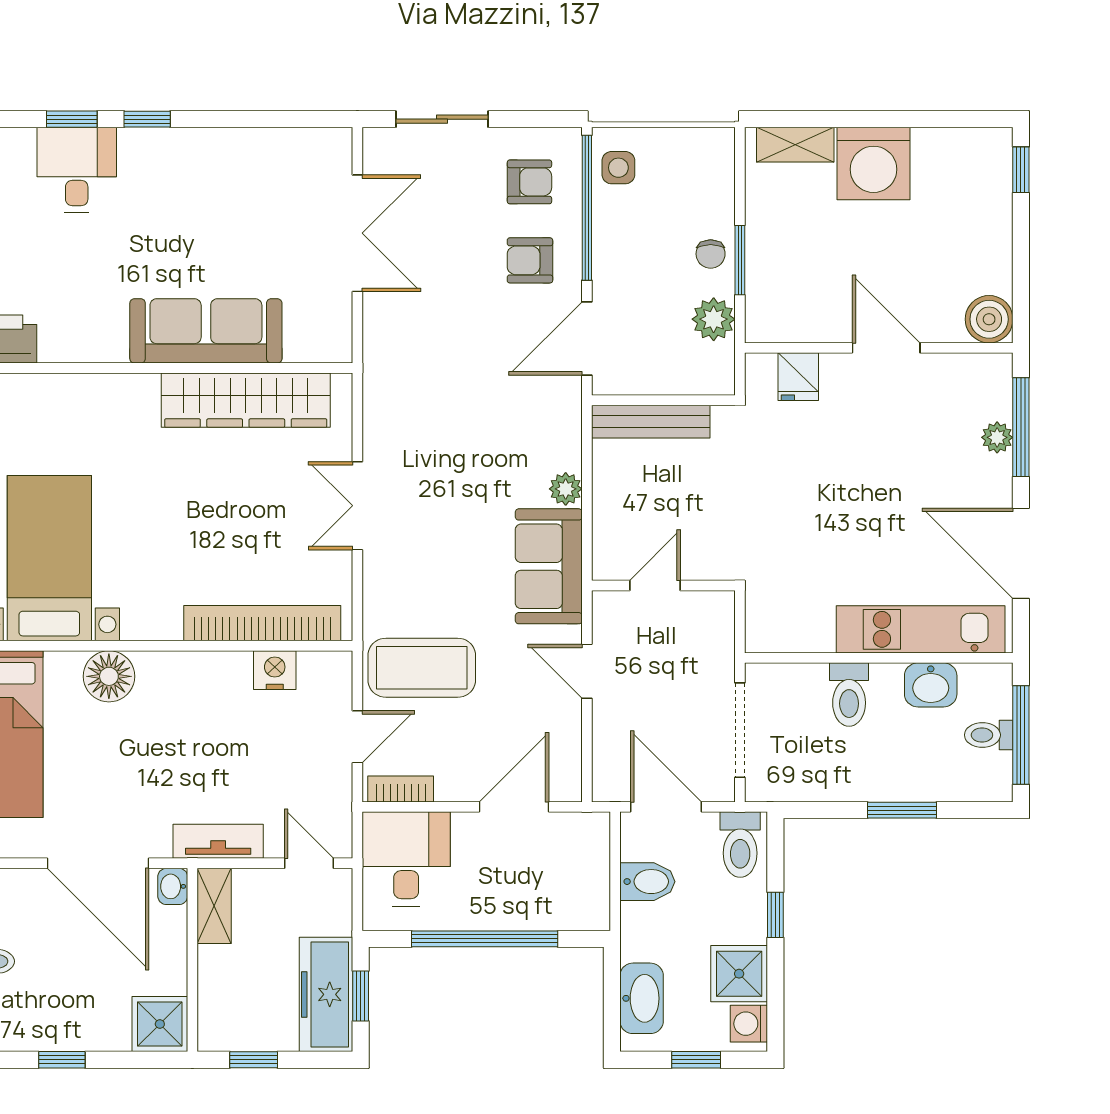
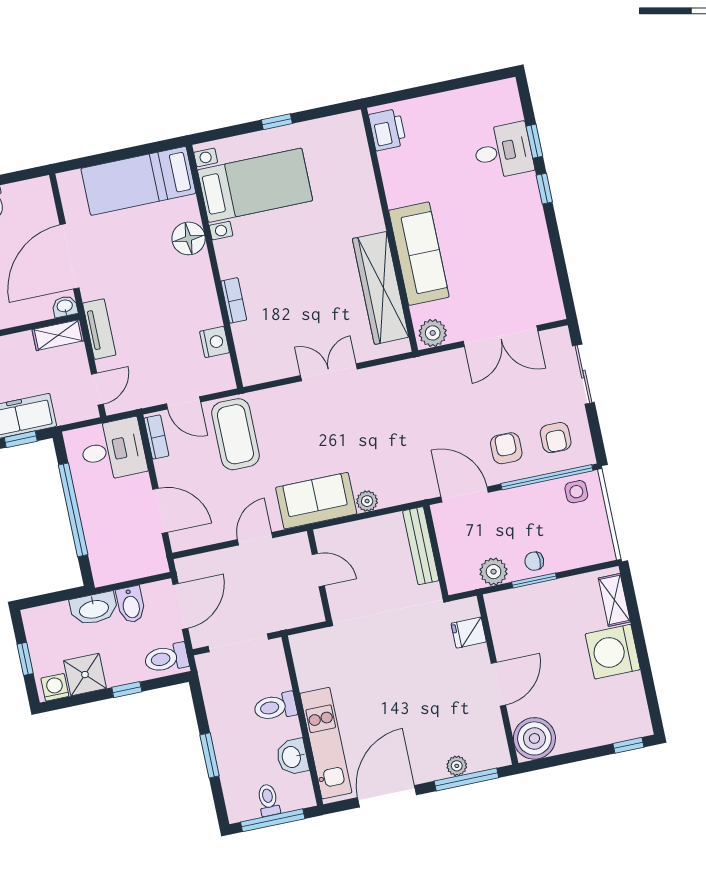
boiler: (989, 319) -> (534, 738), width x1.37, depth x1.37
plant: (331, 335) -> (433, 333), added
bookcase: (262, 623) -> (234, 300), width x0.43, depth x0.76
washbasin: (642, 998) -> (94, 609), moved

